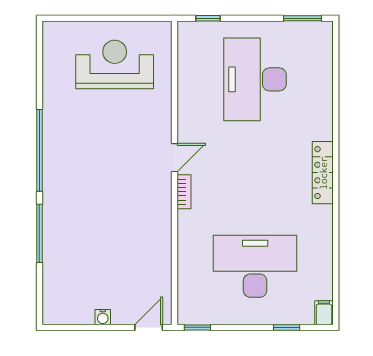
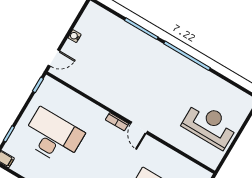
reception desk: (115, 64) -> (210, 125), turned -90
desk: (255, 266) -> (53, 136), turned -90
door: (149, 327) -> (54, 58), hinge flipped

